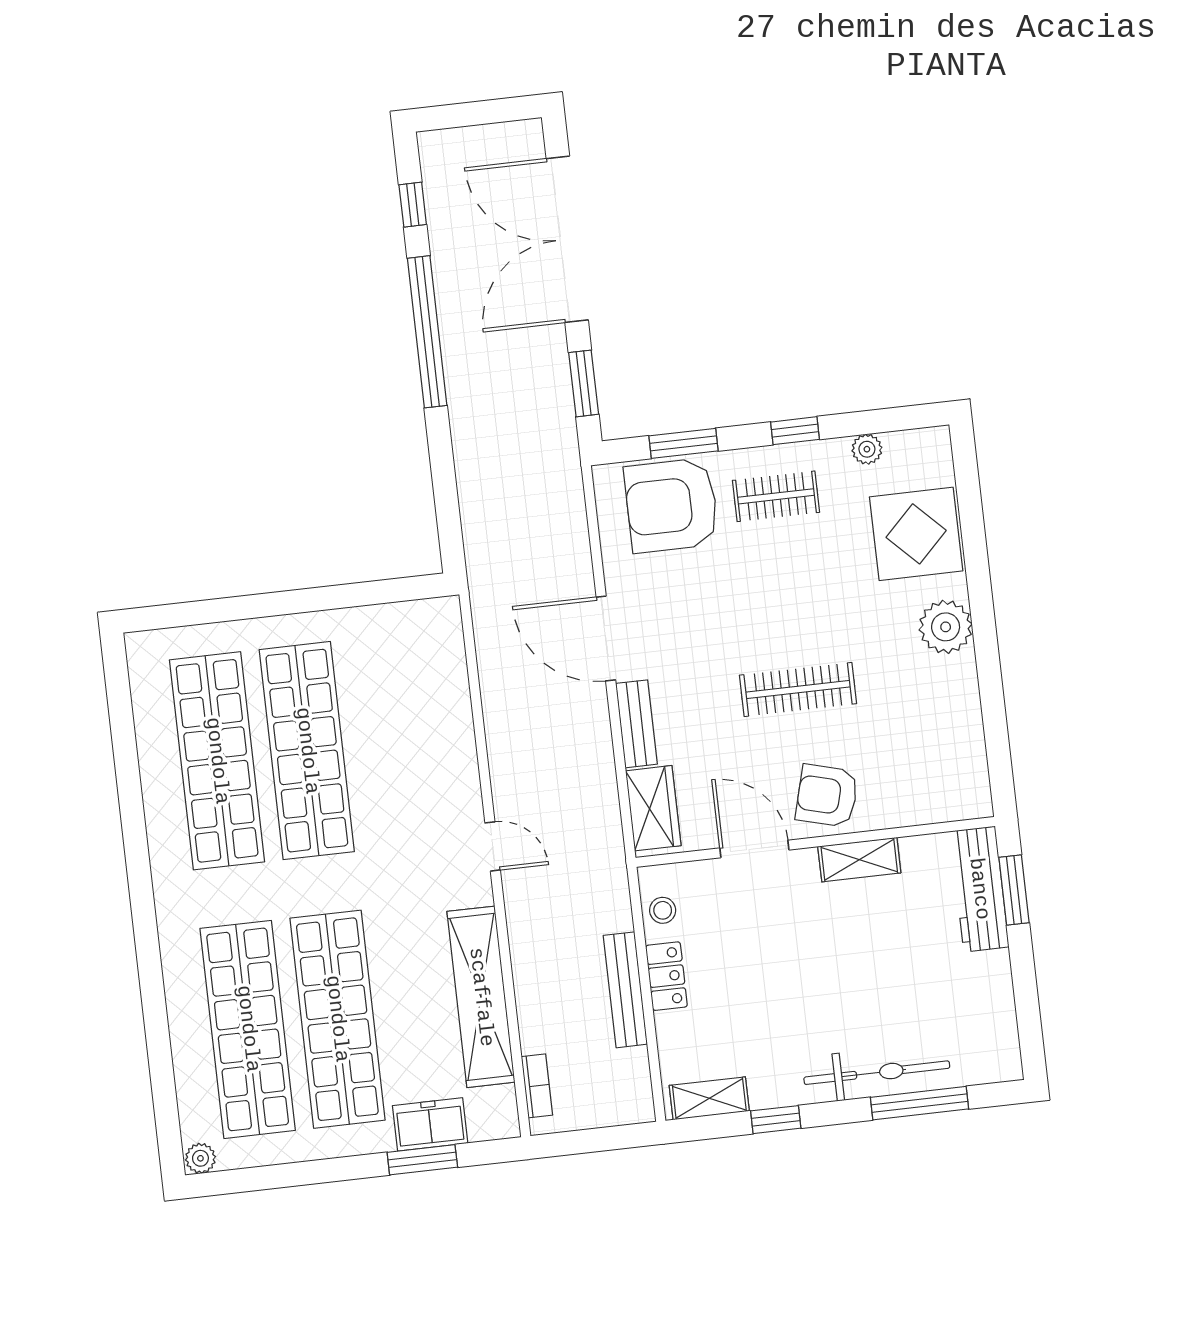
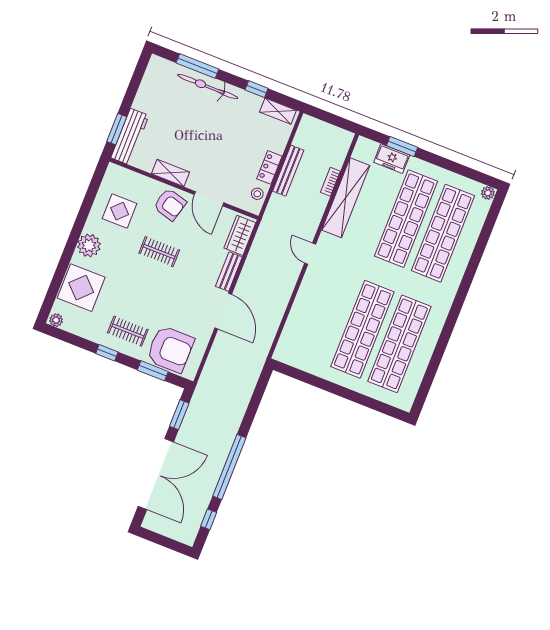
plant: (867, 449) -> (56, 320), moved
clothes rail: (798, 689) -> (159, 252), width x0.73
display table: (921, 729) -> (120, 211), added
bookcase: (537, 1086) -> (330, 182), moved

